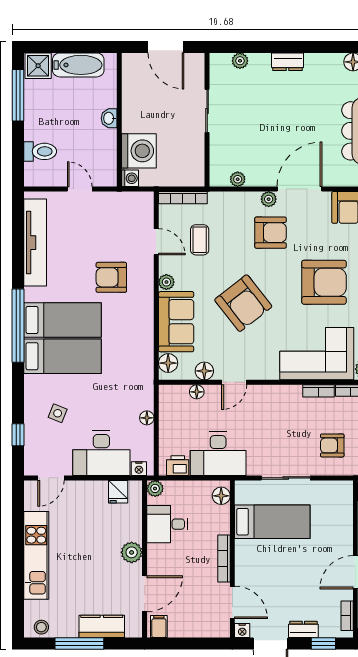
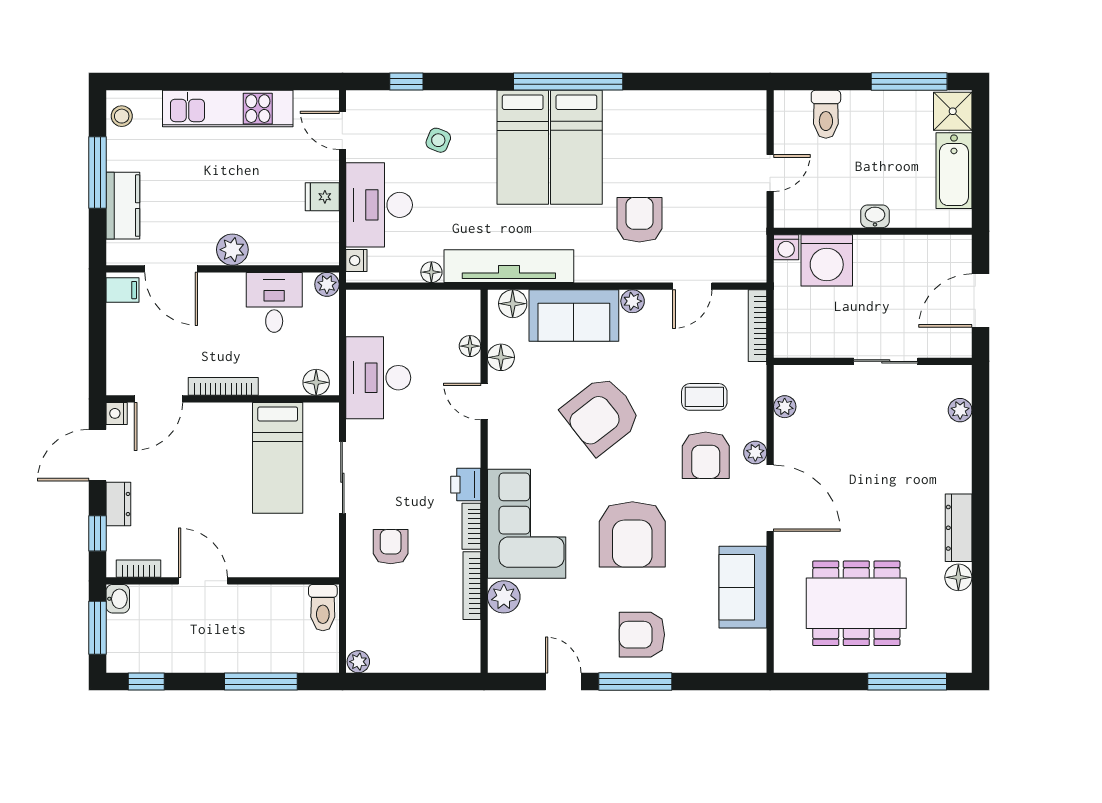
dresser: (288, 62) -> (959, 528), moved, width x1.44
coffee table: (200, 240) -> (704, 397), moved
tv unit: (35, 243) -> (509, 266), moved, turned 180
printer: (178, 466) -> (466, 485), moved, turned 180
fridge: (118, 492) -> (322, 197), moved

